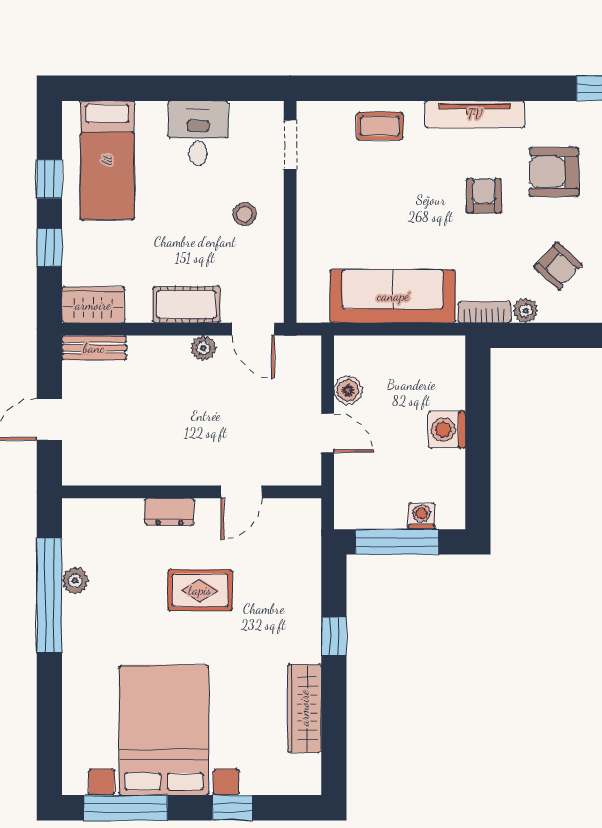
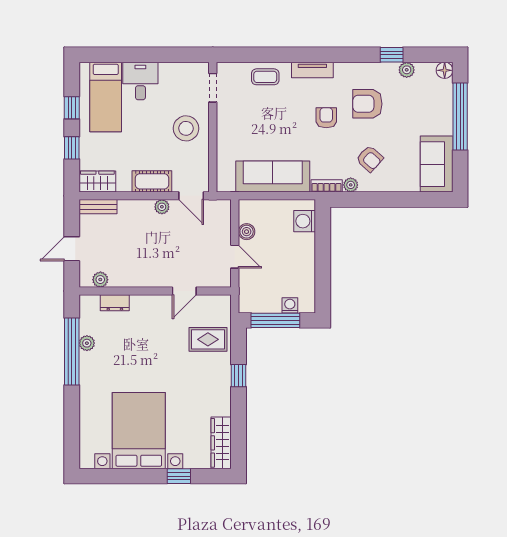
tv unit: (475, 114) -> (312, 70), width x0.71
desk: (198, 133) -> (140, 81), moved
stool: (244, 214) -> (186, 128), width x1.89, depth x1.89
washing machine: (447, 430) -> (305, 221), moved
plant: (98, 472) -> (100, 280), added
dresser: (169, 512) -> (115, 303), moved
rug: (200, 590) -> (208, 339), moved
wardrobe: (304, 708) -> (221, 443), moved
window: (126, 808) -> (116, 476), removed

